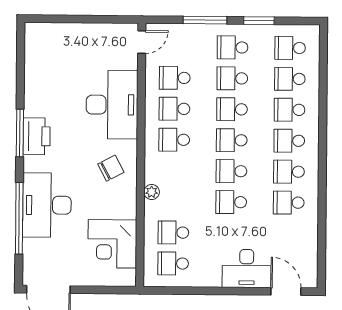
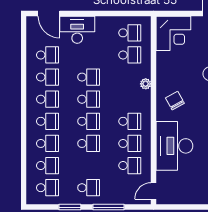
school desk: (232, 78) -> (47, 55), moved
chair: (111, 168) -> (175, 101), turned 89
corner desk: (112, 244) -> (173, 33), moved, turned 90

